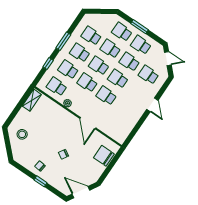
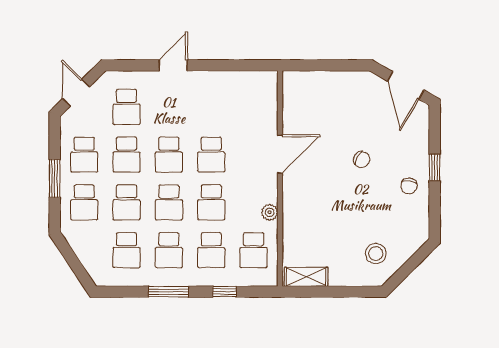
chair: (104, 156) -> (317, 89), removed

